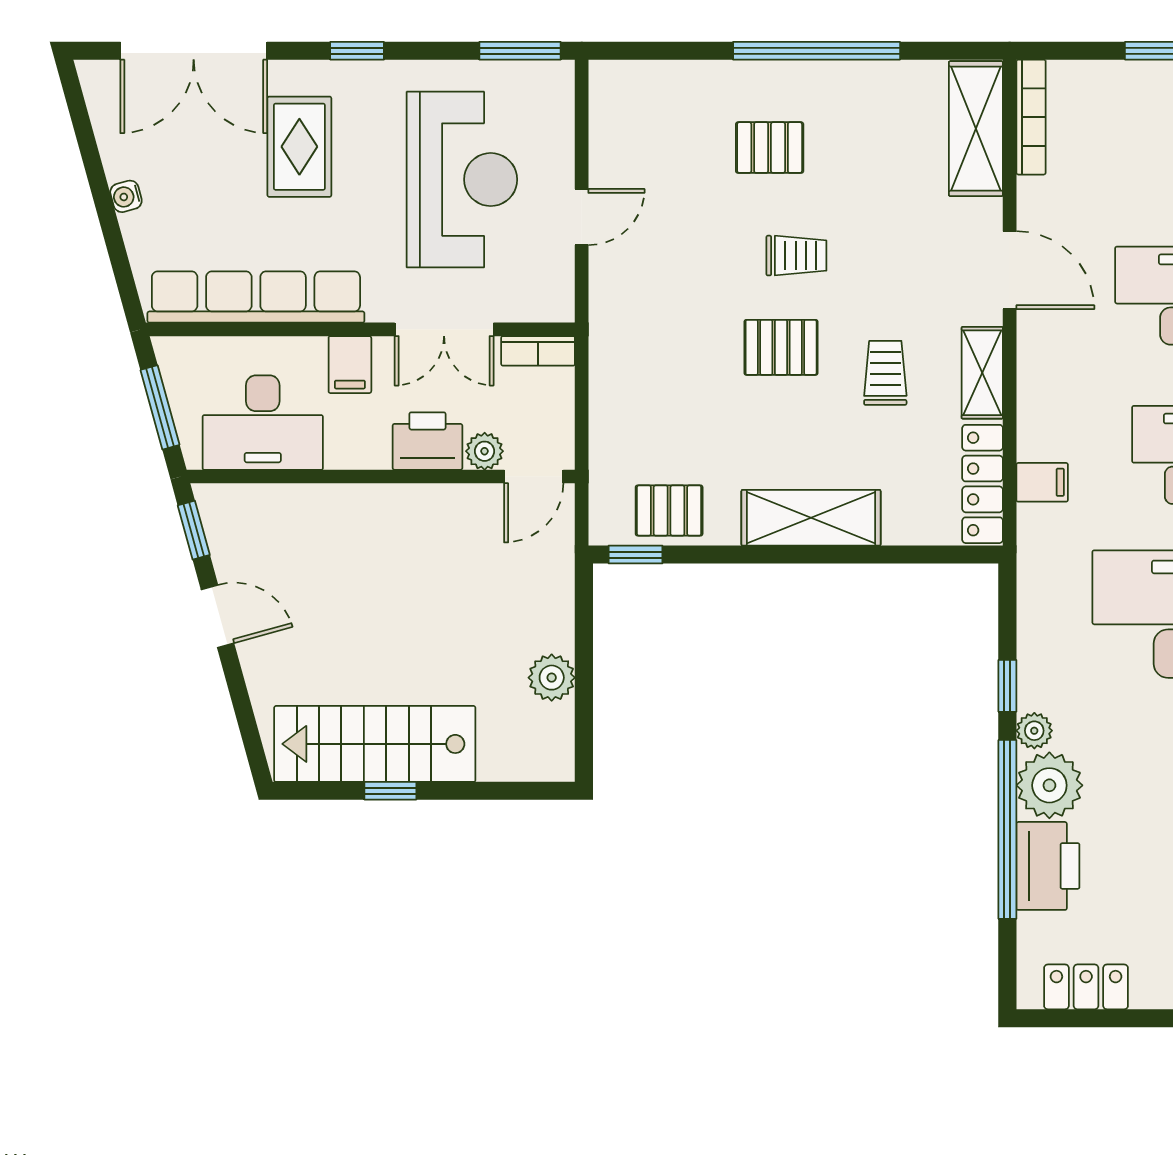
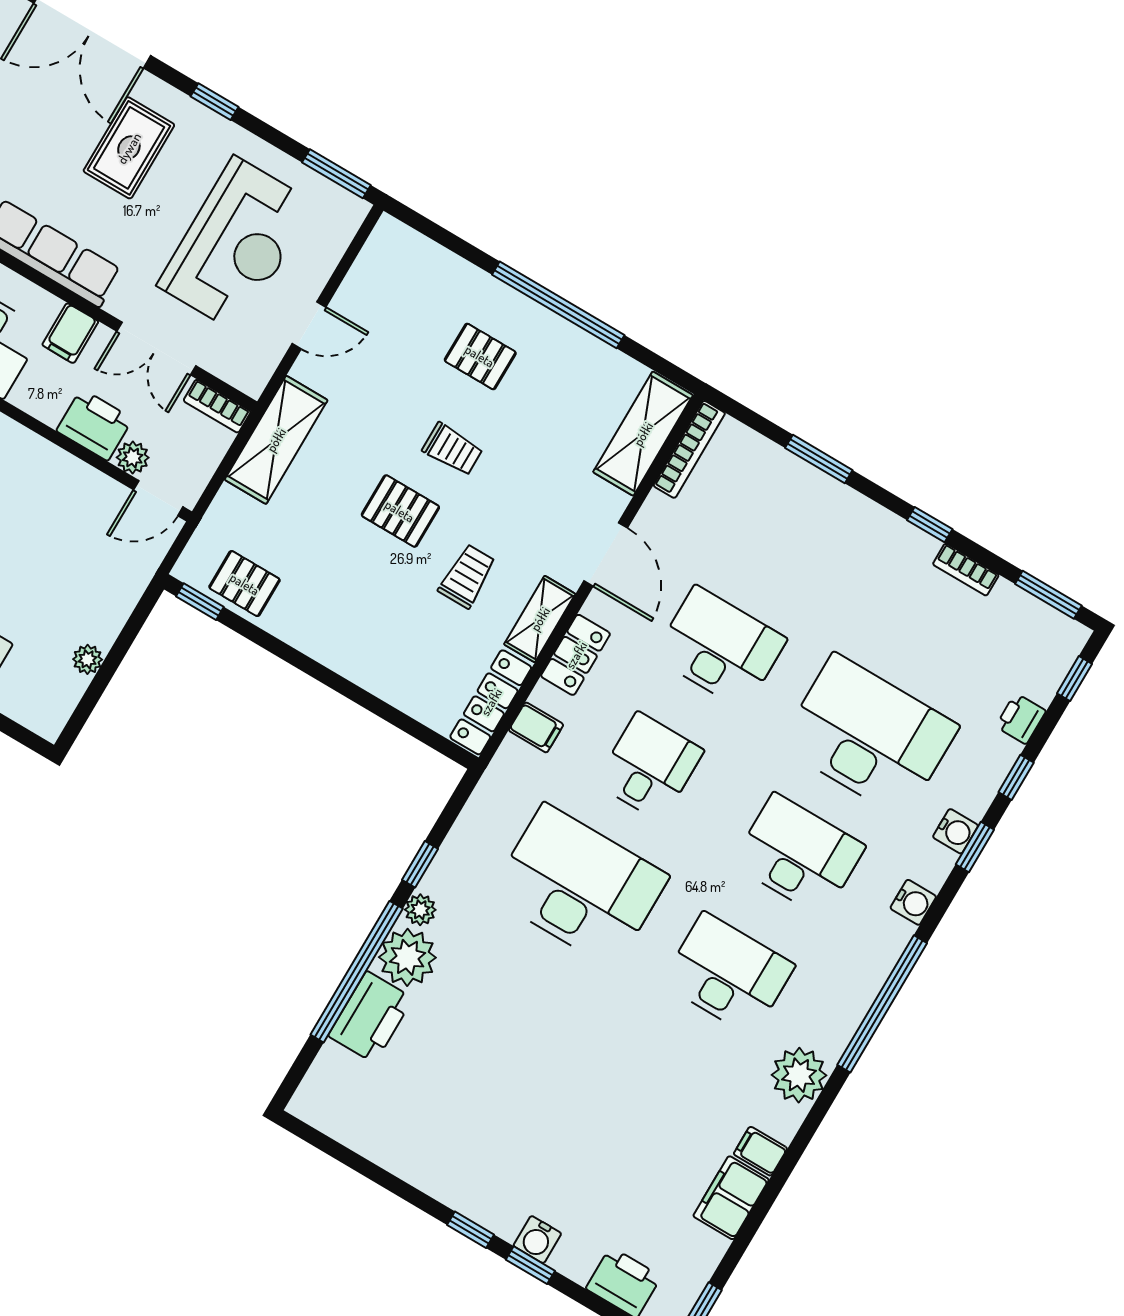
shelving: (811, 518) -> (276, 440), moved, turned 90
plant: (552, 678) -> (88, 659), width x0.73, depth x0.73
locker: (1086, 987) -> (576, 655), moved, turned 90

